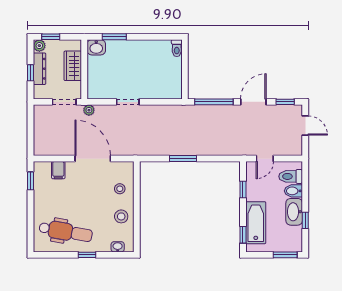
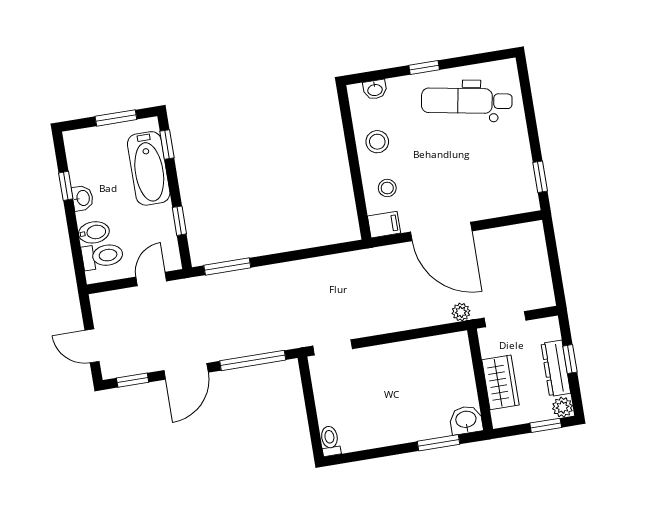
doorway: (128, 102) -> (333, 347), moved
window: (183, 159) -> (227, 266), moved
filing cabinet: (58, 170) -> (384, 225), moved, turned 90
washbasin: (294, 212) -> (83, 198), width x0.52, depth x0.69
window: (285, 255) -> (116, 118), moved

